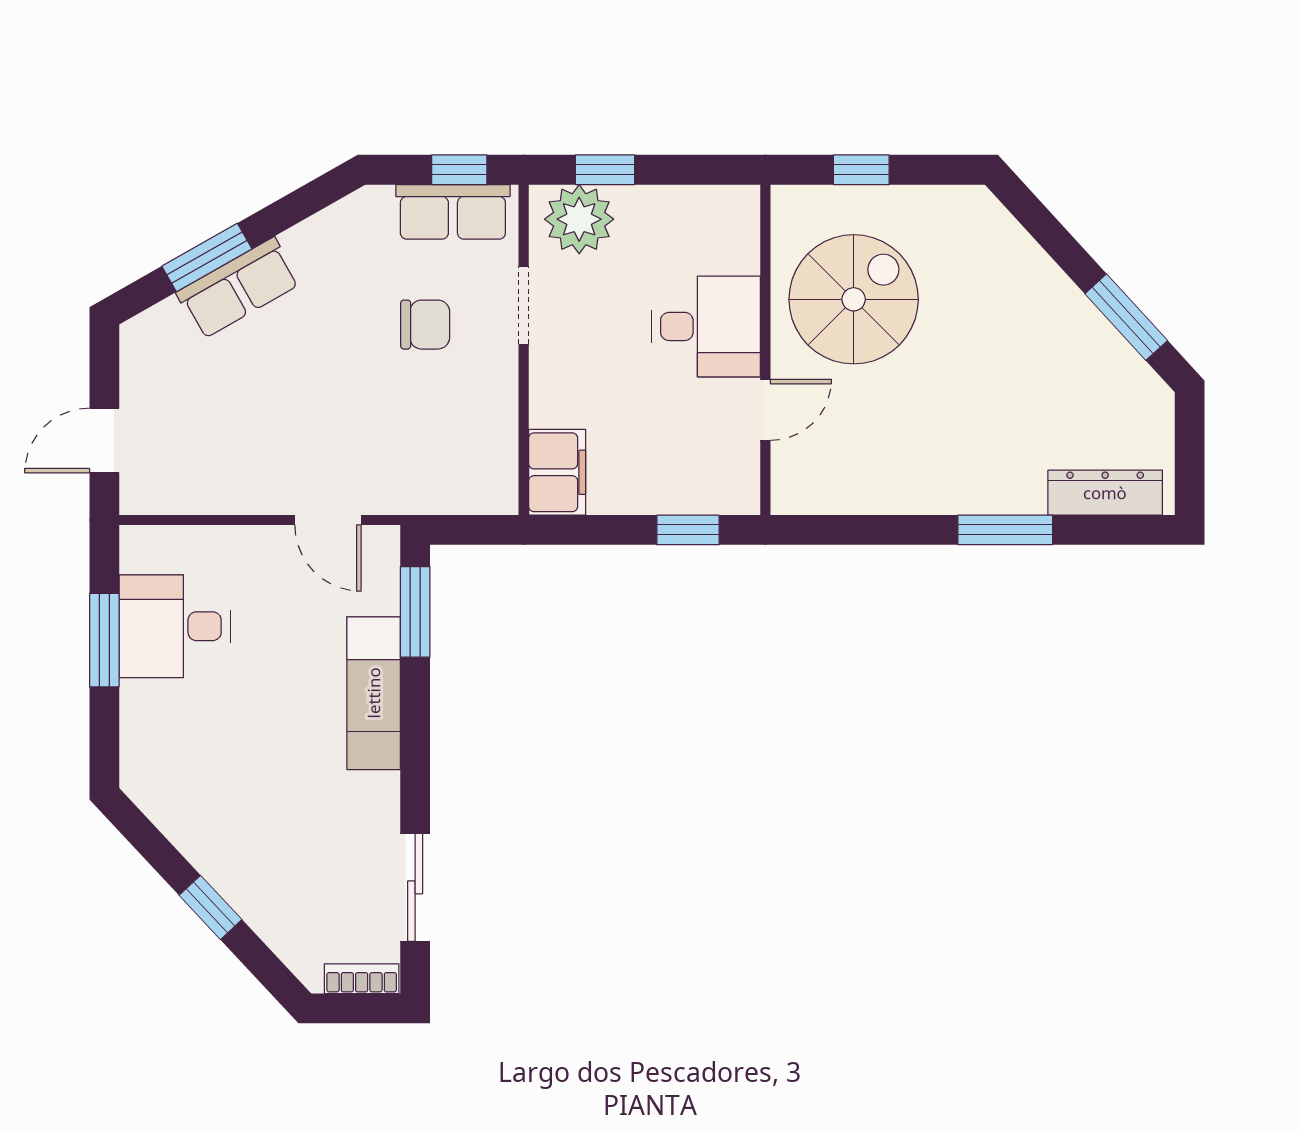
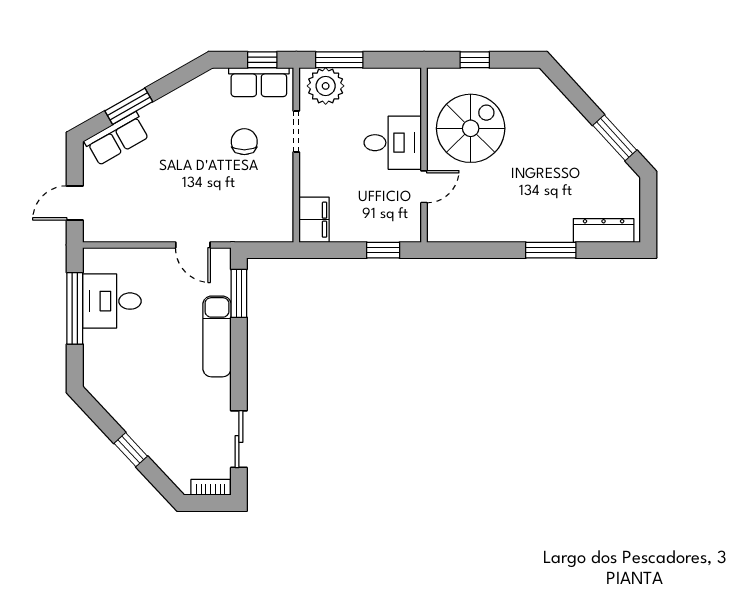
window: (605, 170) -> (339, 60), width x1.50
row of seats: (238, 288) -> (117, 139), moved
chair: (425, 325) -> (244, 142), turned -90
window: (104, 640) -> (75, 308), width x1.44

